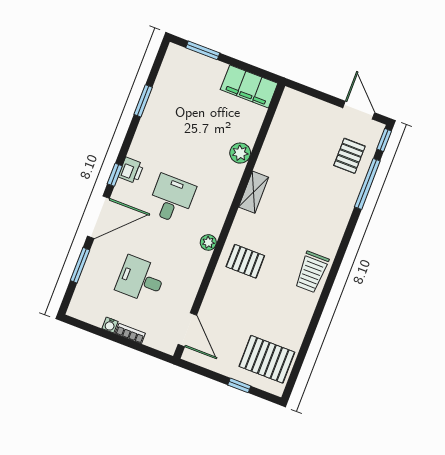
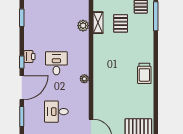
shelving: (254, 192) -> (98, 23), moved
pallet: (245, 261) -> (121, 23), moved, turned 90

